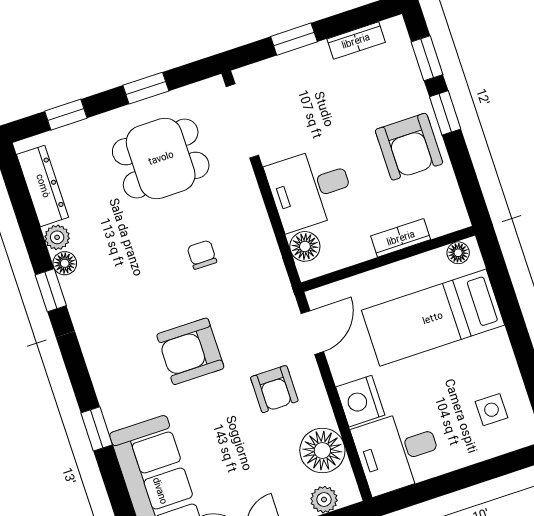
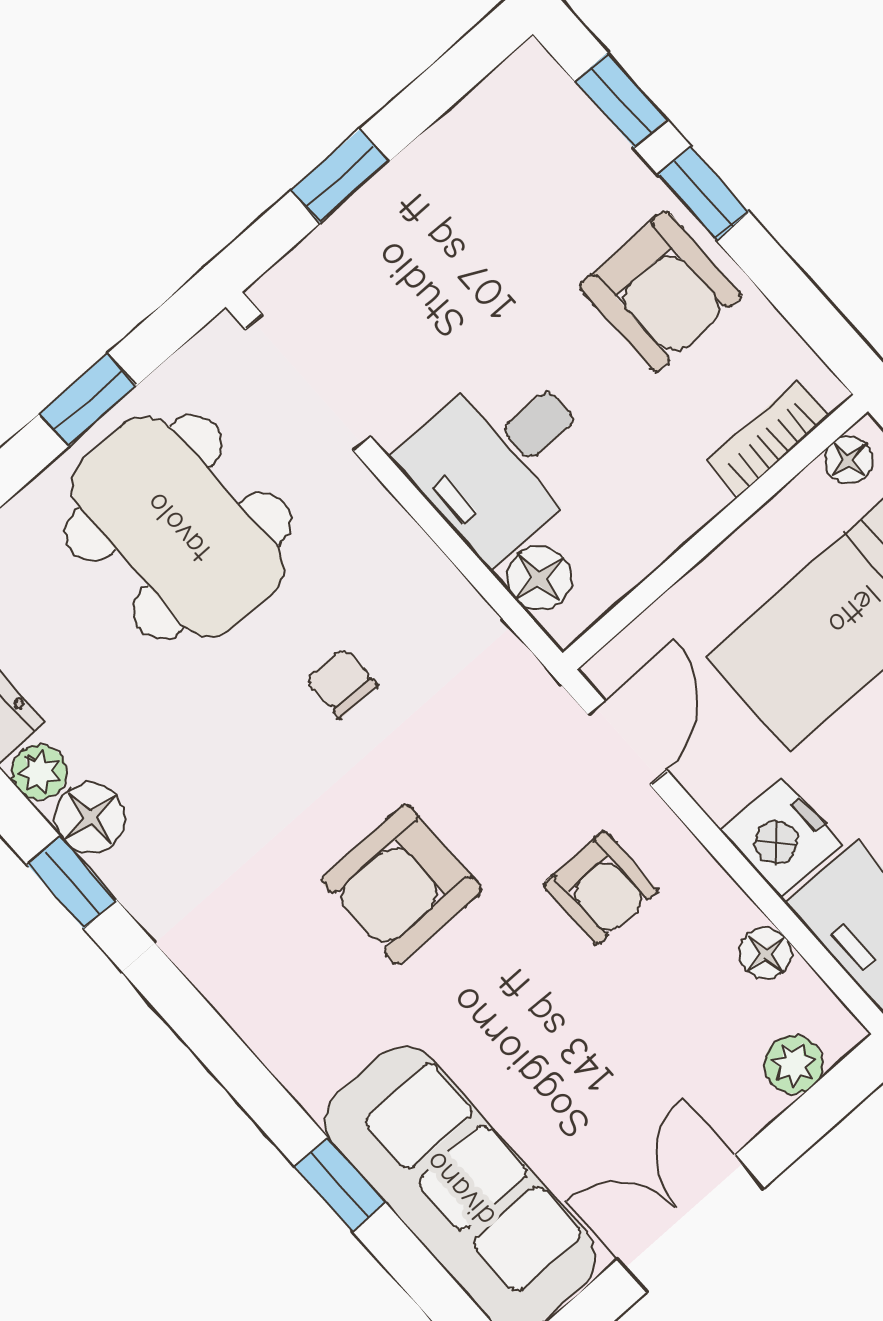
bookcase: (356, 41) -> (465, 126), removed
dining table: (161, 158) -> (178, 527), width x1.38
bookcase: (401, 238) -> (768, 438), moved
floor lamp: (65, 263) -> (90, 818), width x1.37, depth x1.37
window: (97, 429) -> (340, 1184), moved
floor lamp: (322, 450) -> (766, 953), width x0.53, depth x0.53

